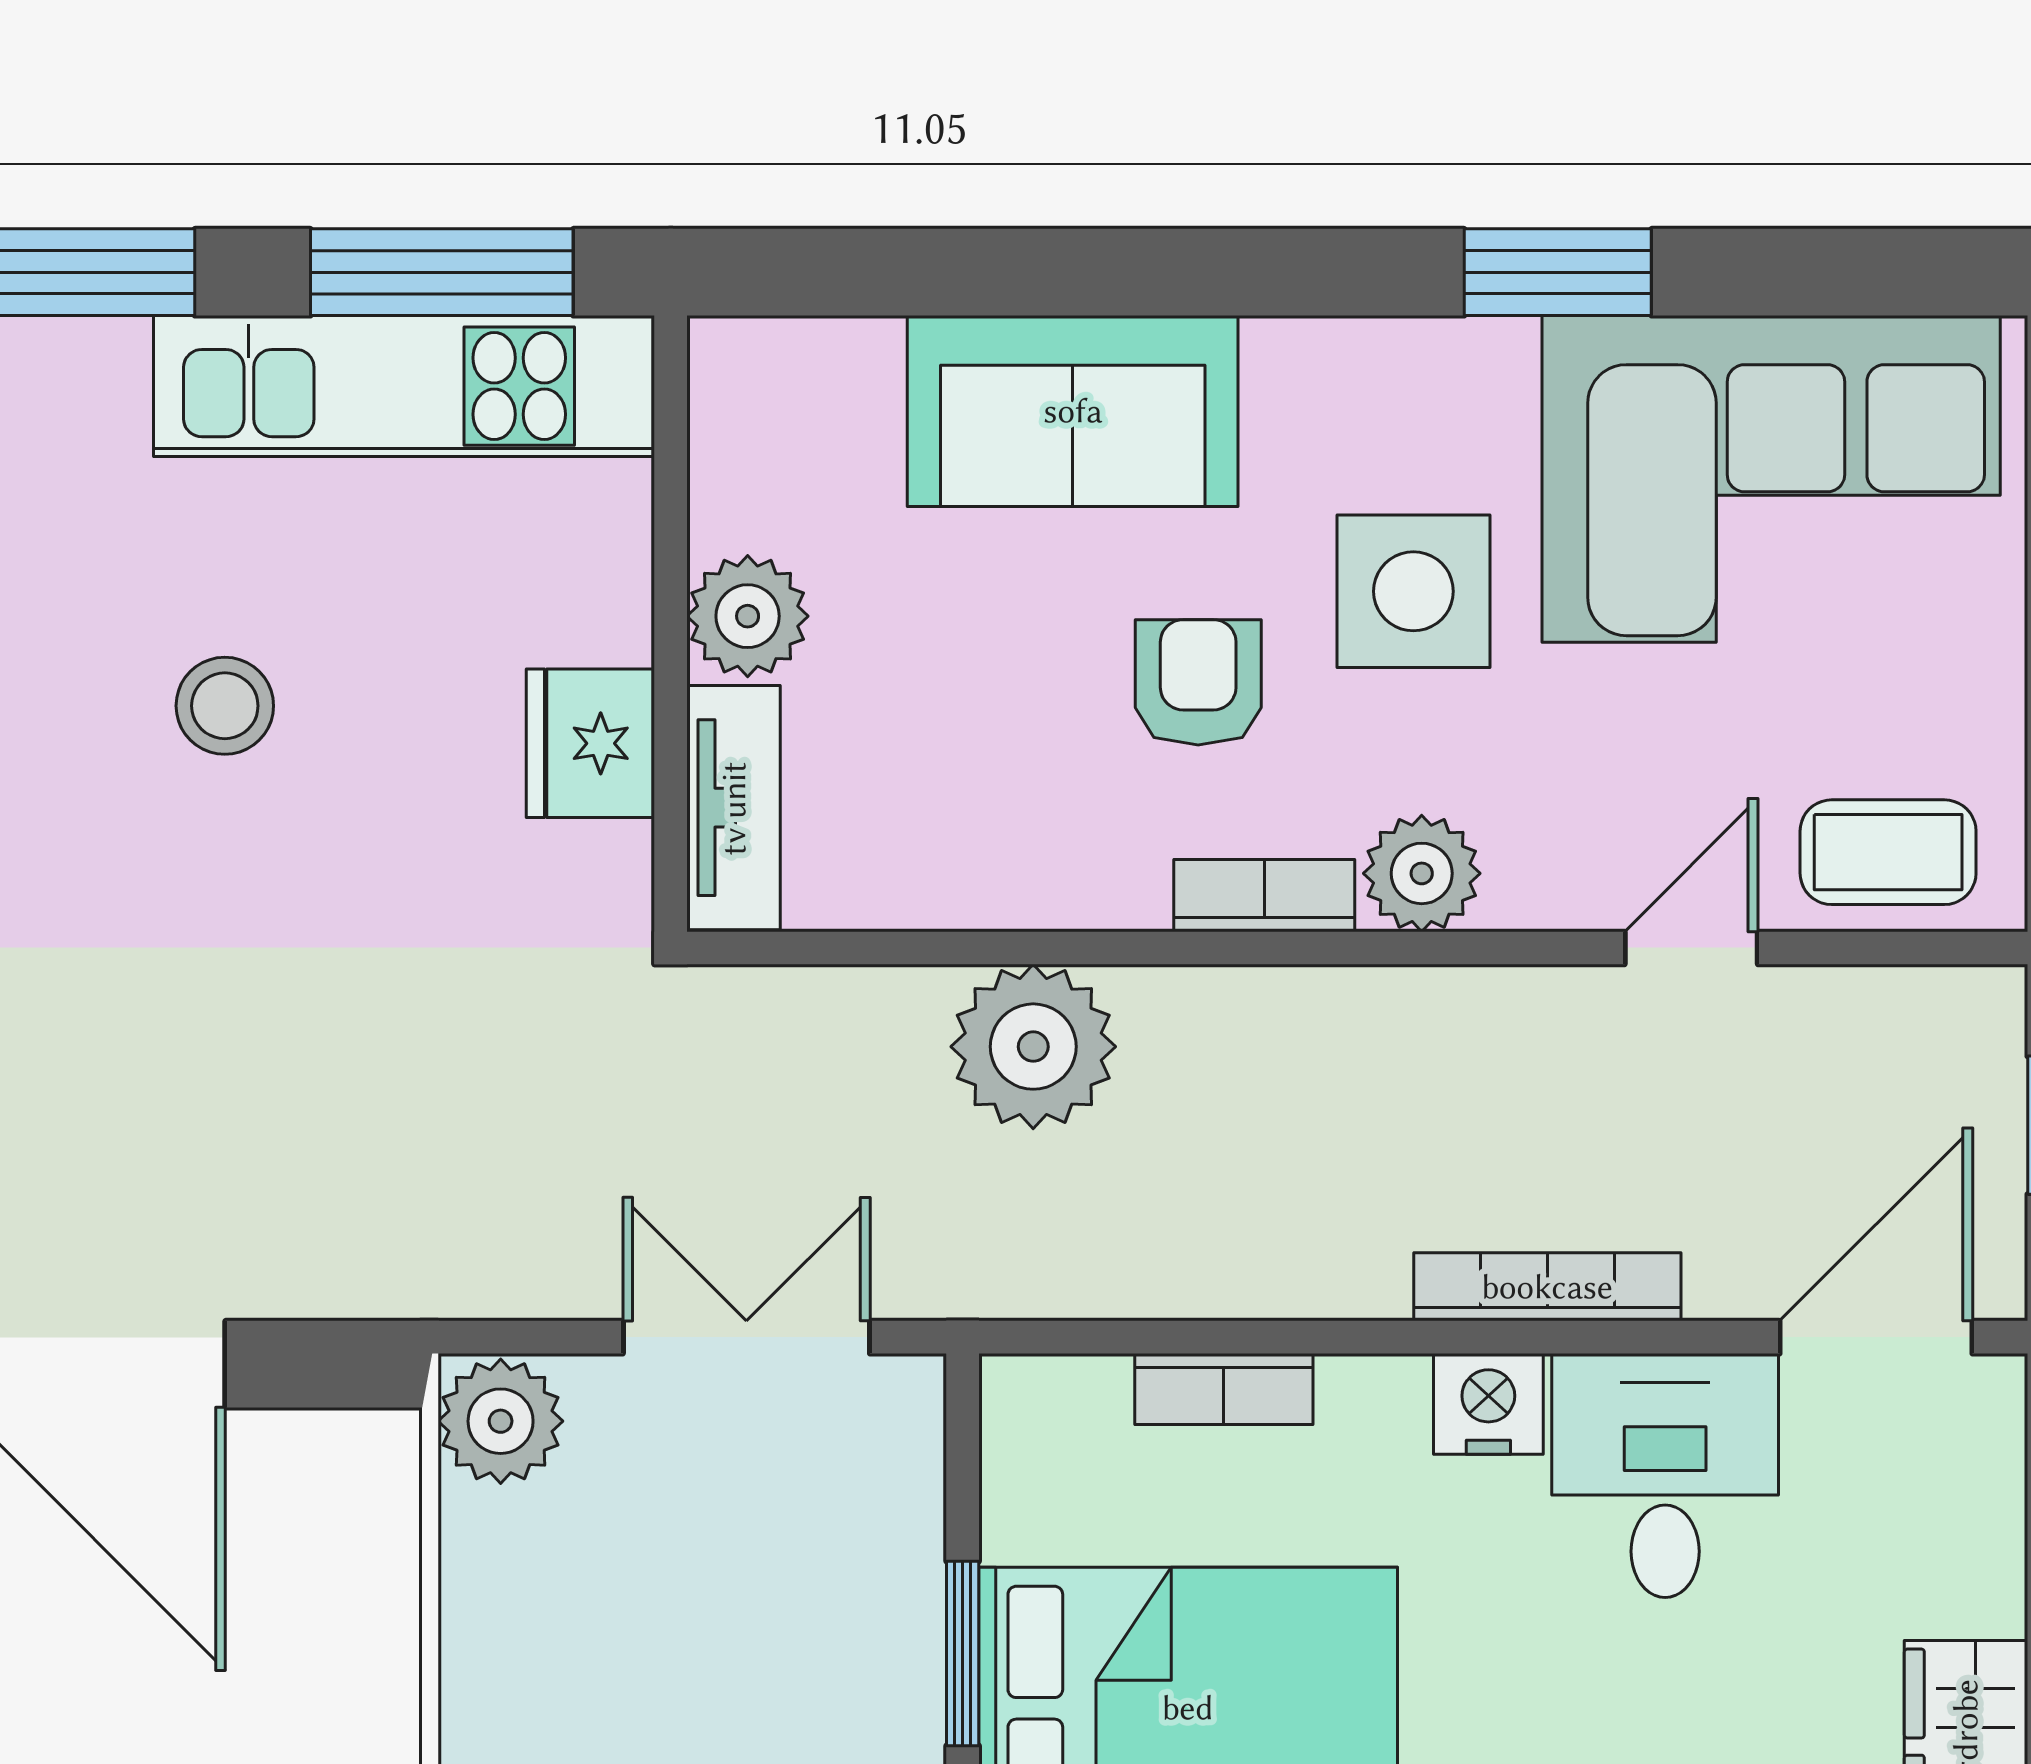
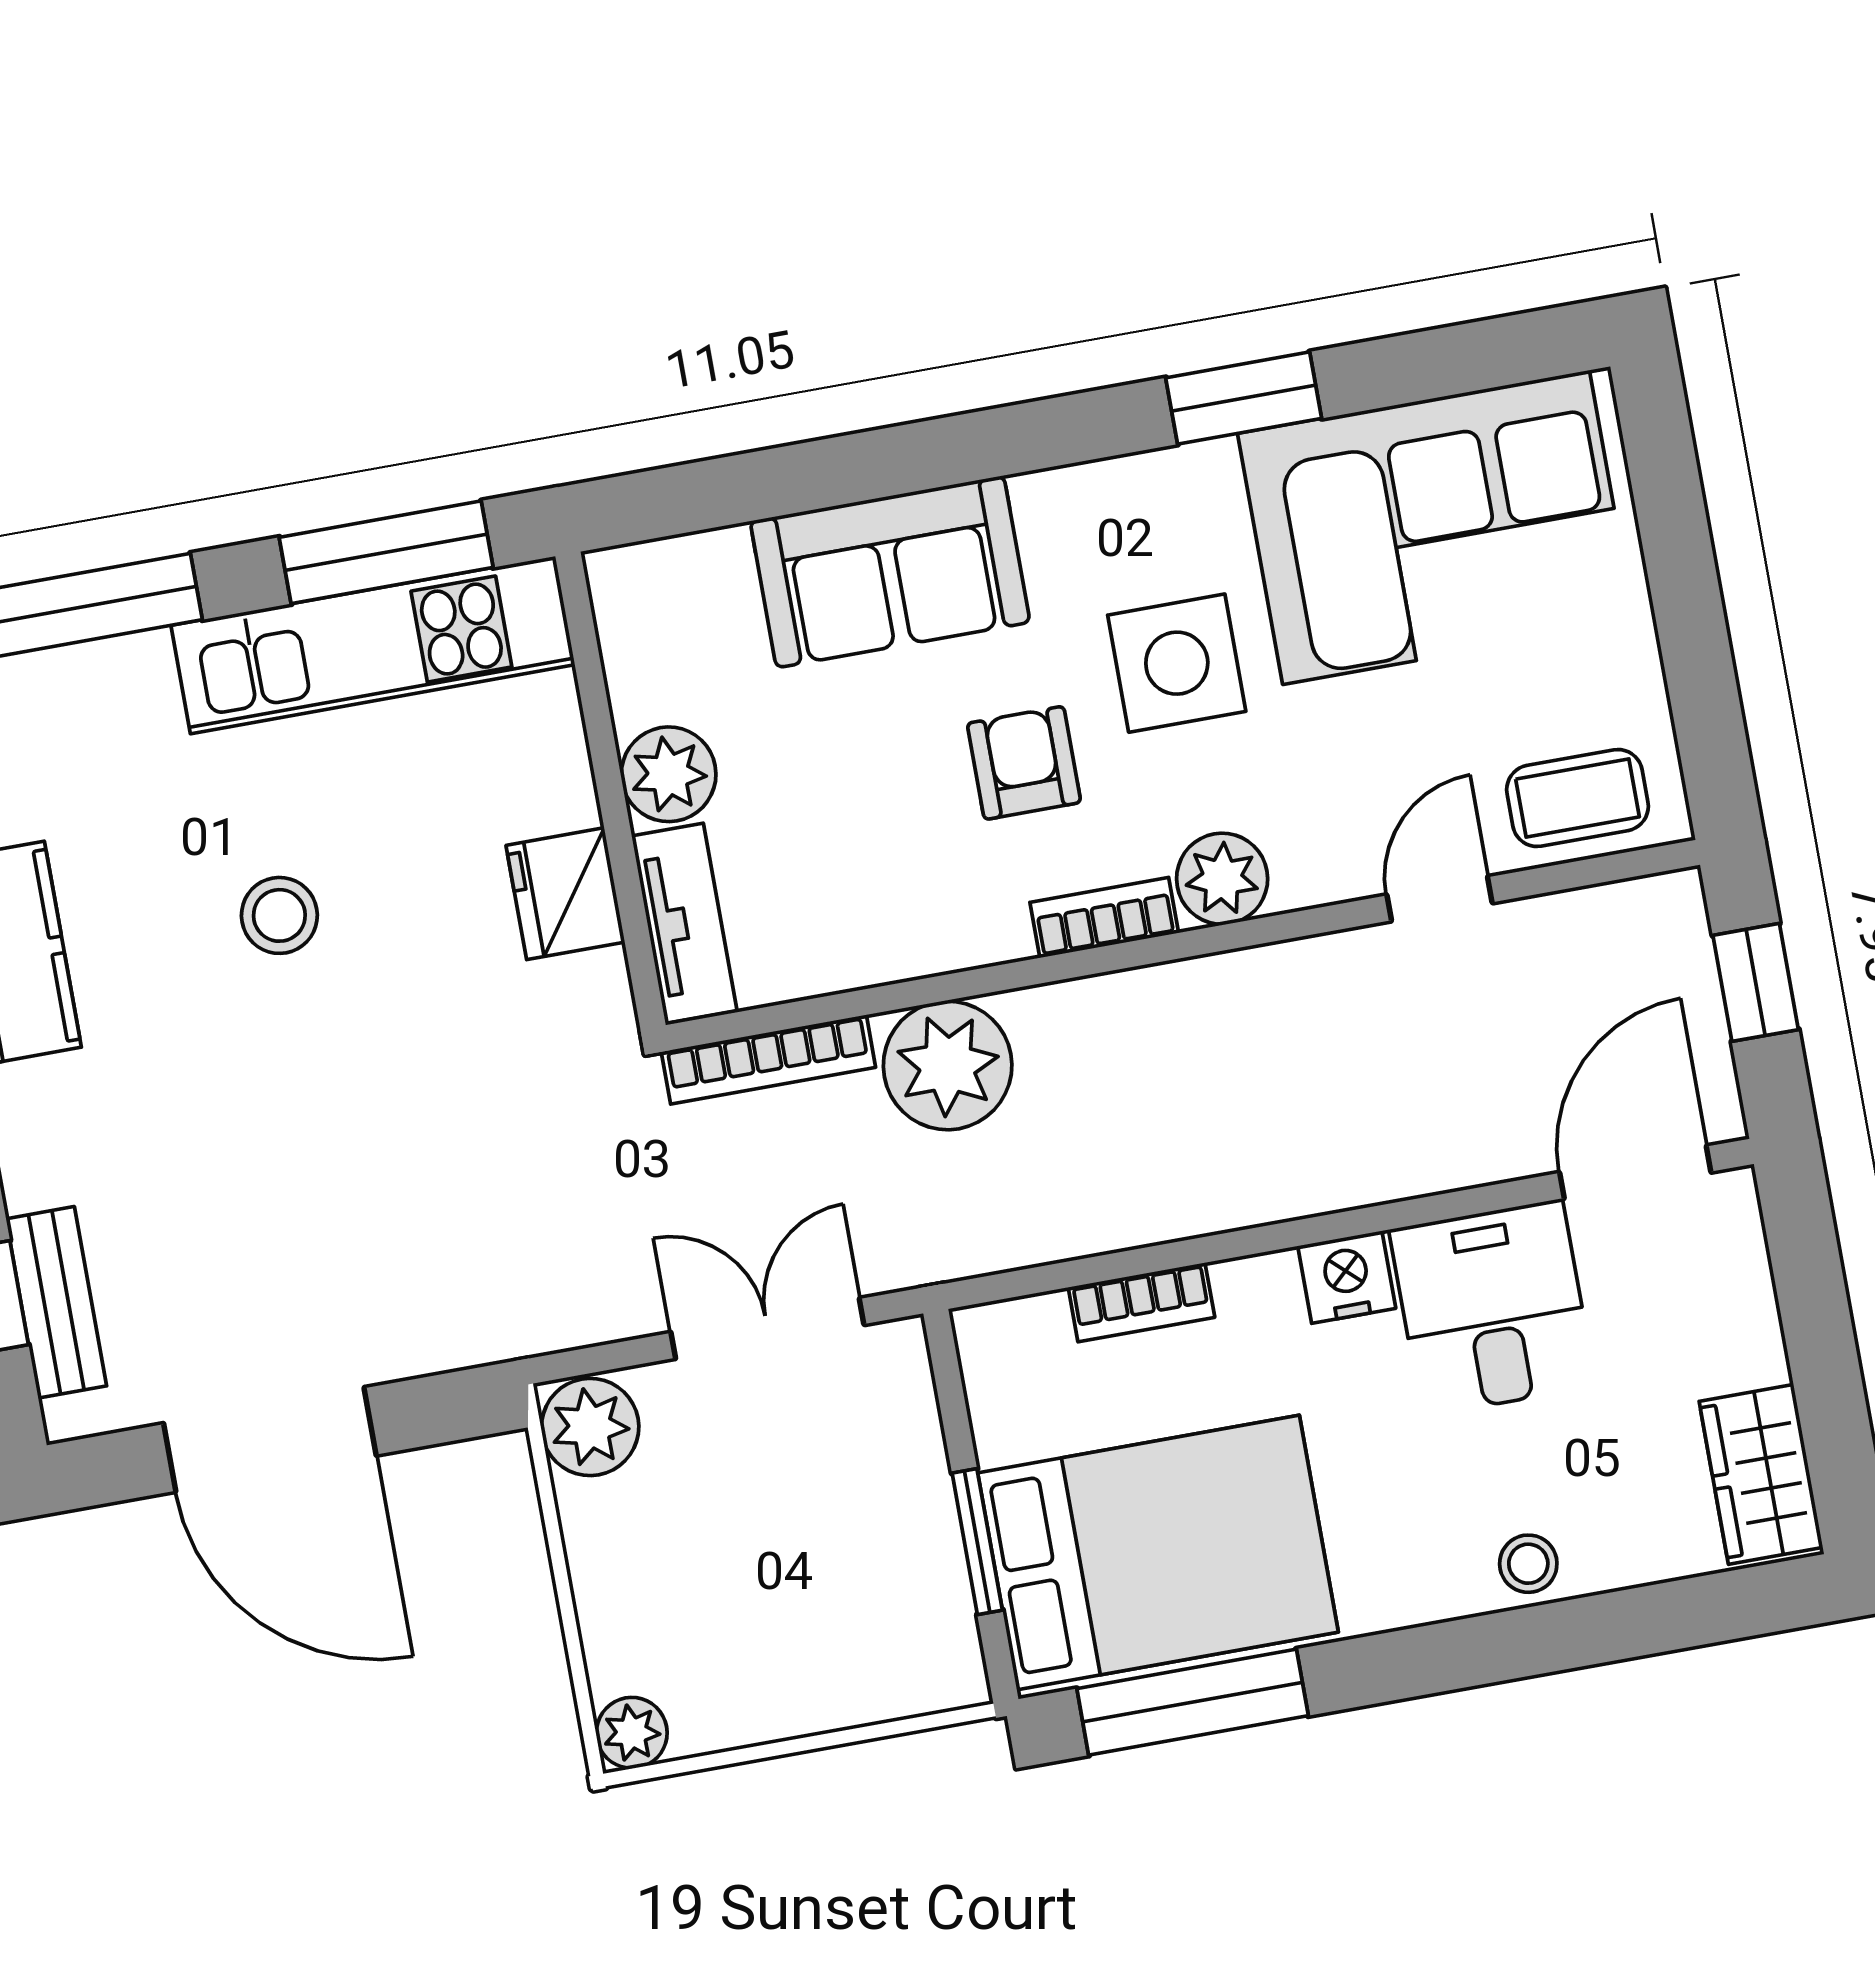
bookcase: (1547, 1287) -> (768, 1060), moved, turned 180

